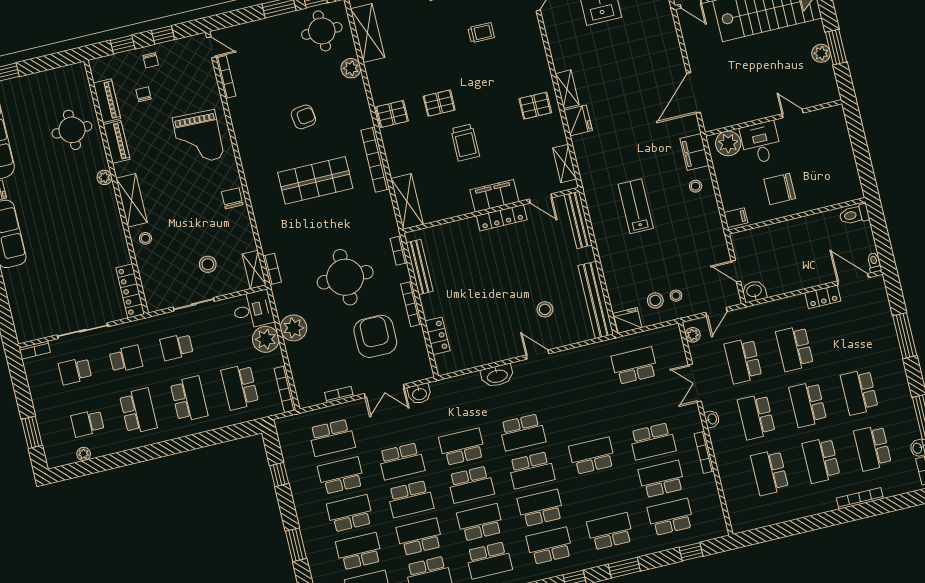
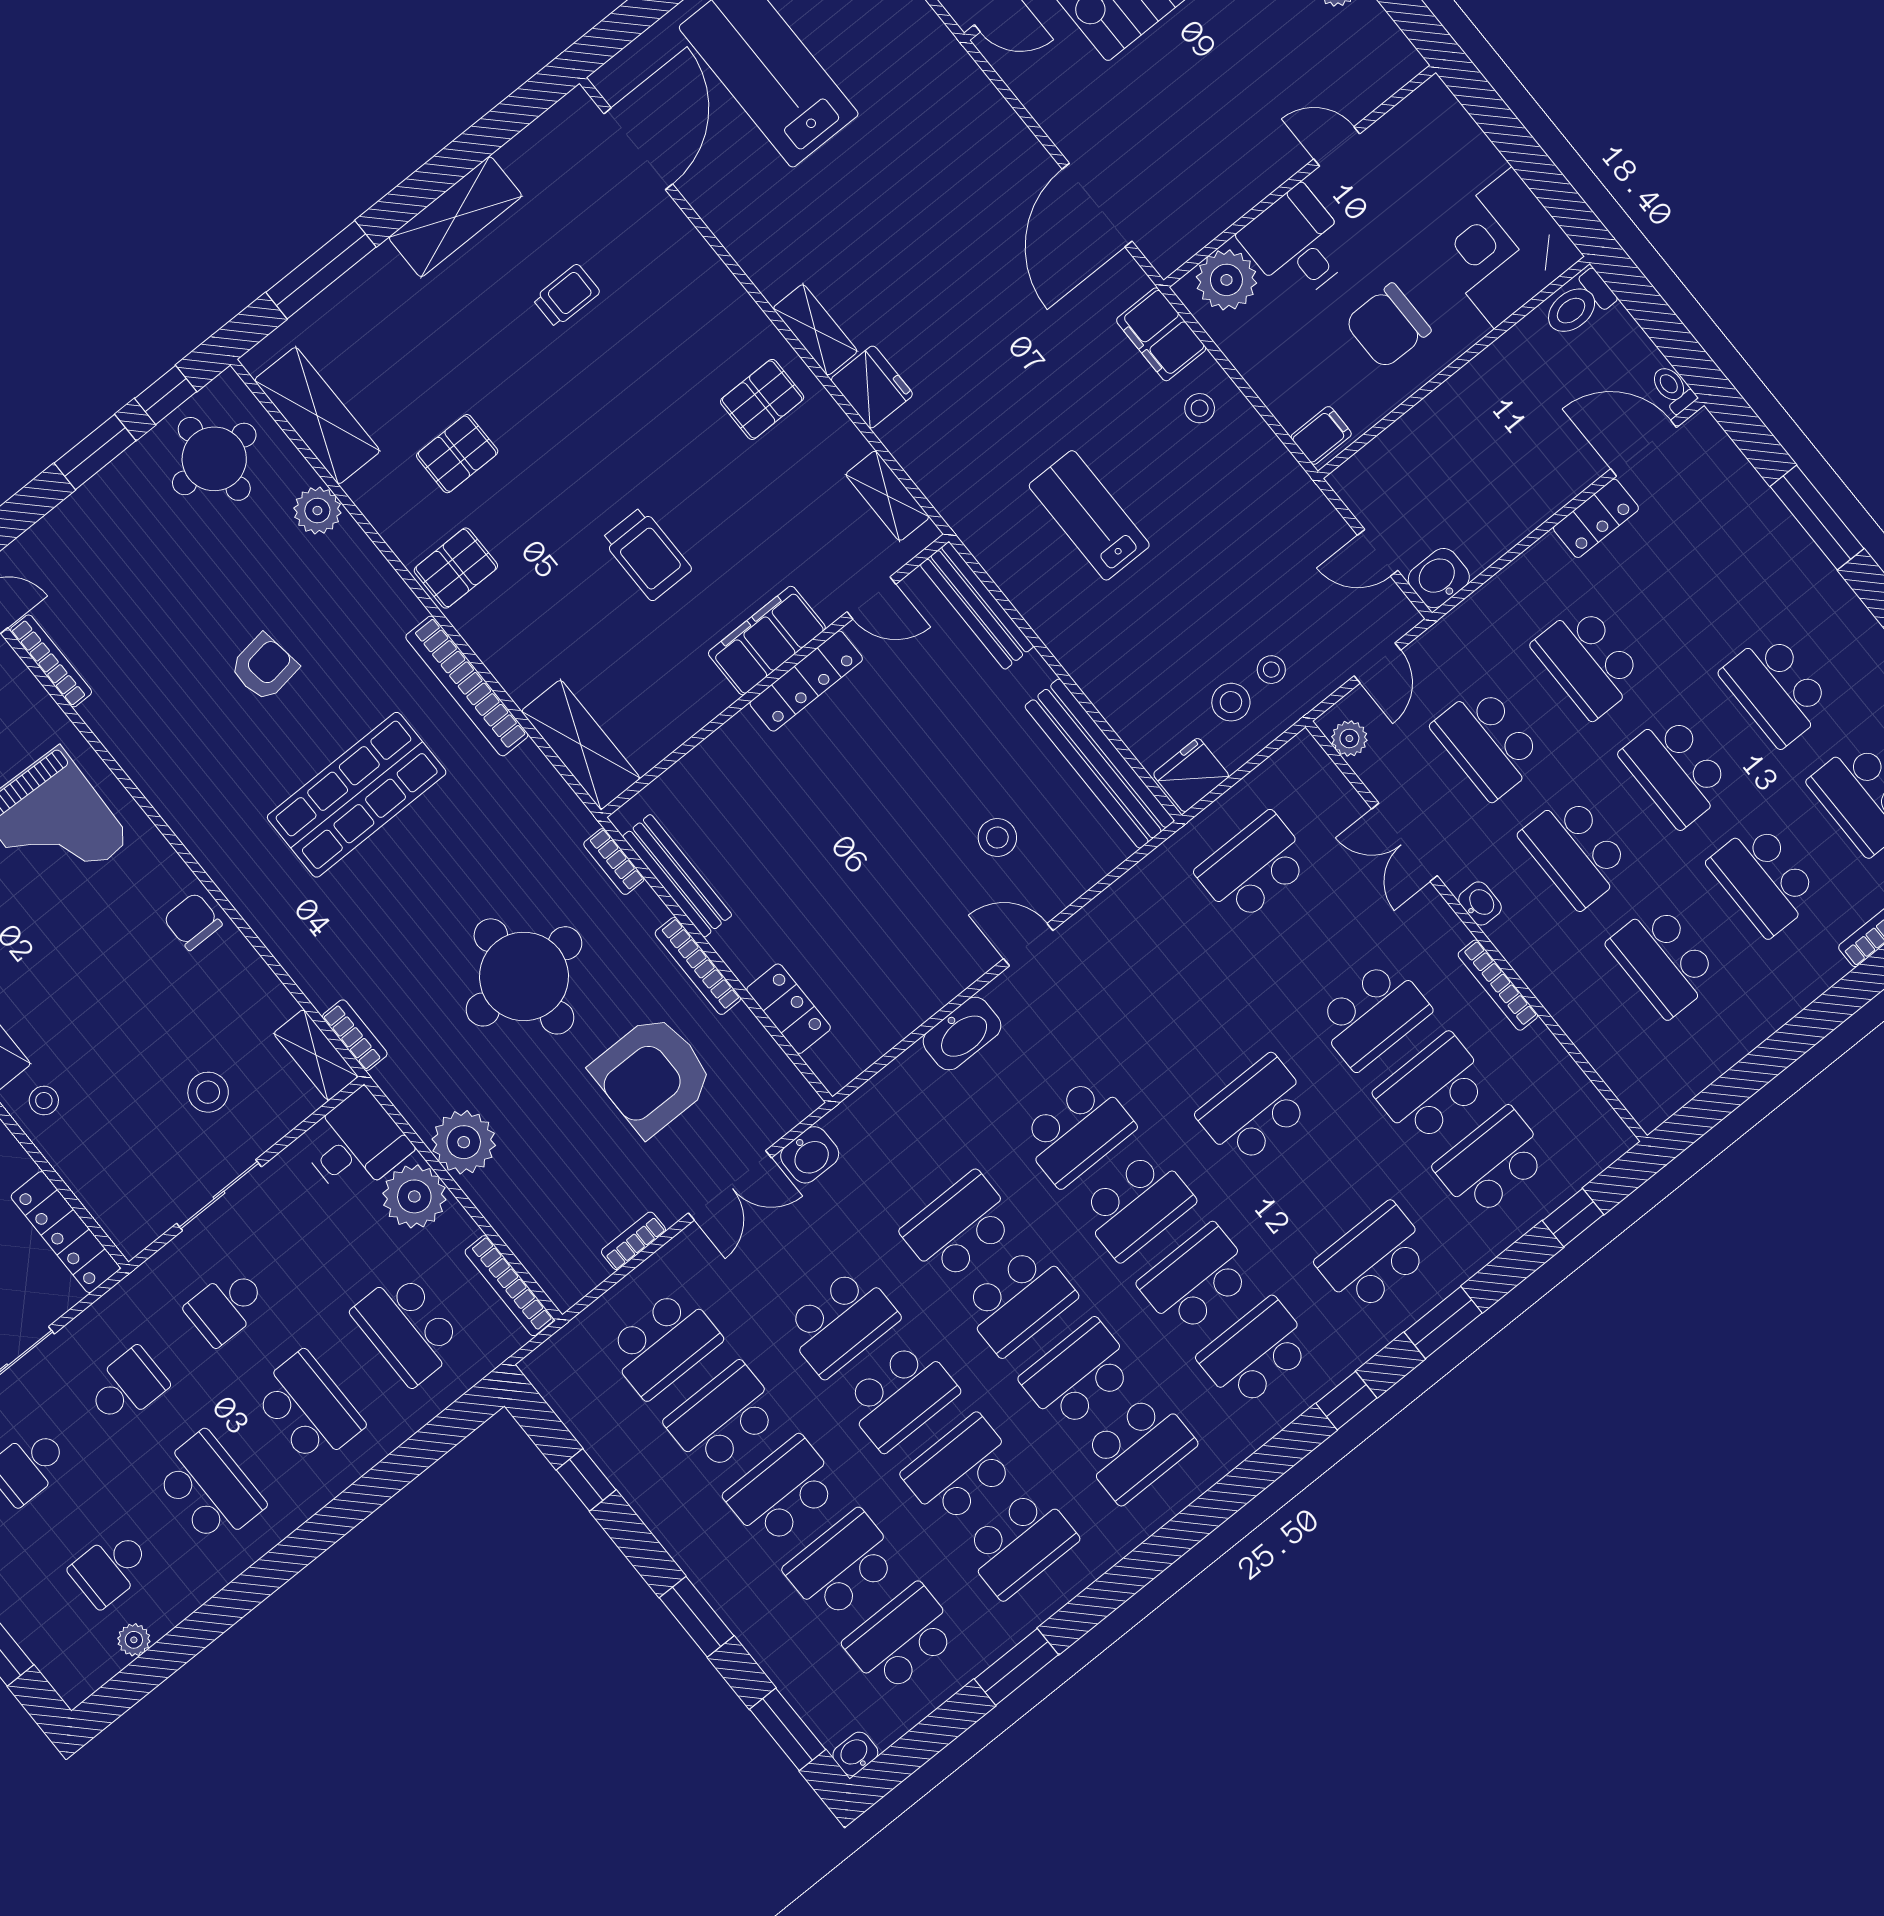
pallet: (439, 103) -> (457, 454), moved
corner desk: (836, 180) -> (1503, 248), added
armchair: (375, 336) -> (653, 1075), turned -90

